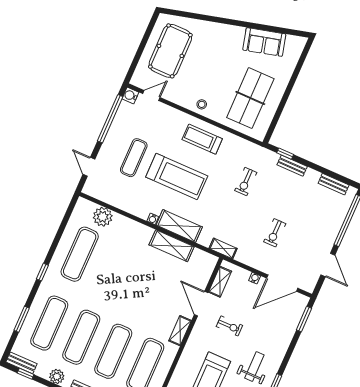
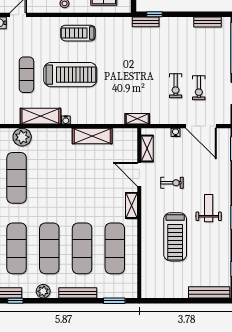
bench: (292, 166) -> (146, 22), moved
exercise bike: (246, 182) -> (199, 88), moved
shelving: (179, 226) -> (40, 116), moved
door: (282, 283) -> (201, 126), hinge flipped

